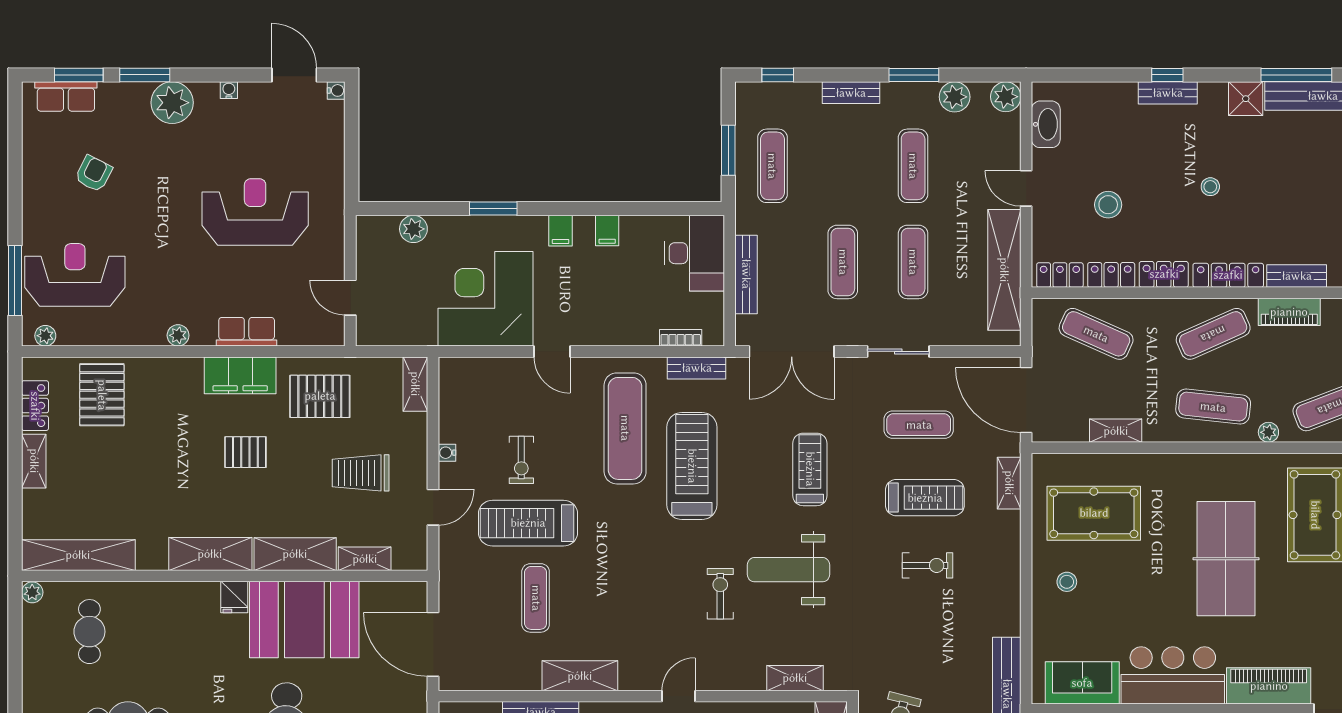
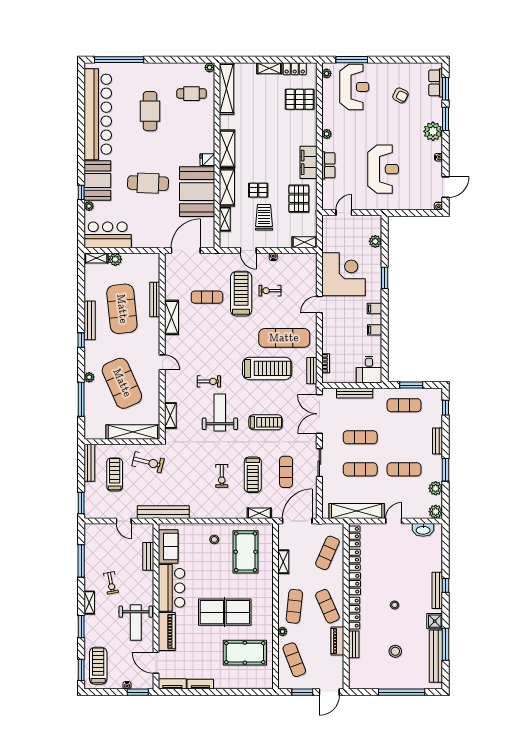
bench: (1168, 93) -> (437, 590), width x1.36
stool: (1108, 205) -> (395, 651), moved
desk: (694, 253) -> (369, 370), width x0.73
pallet: (245, 452) -> (258, 190), moved, turned 90

